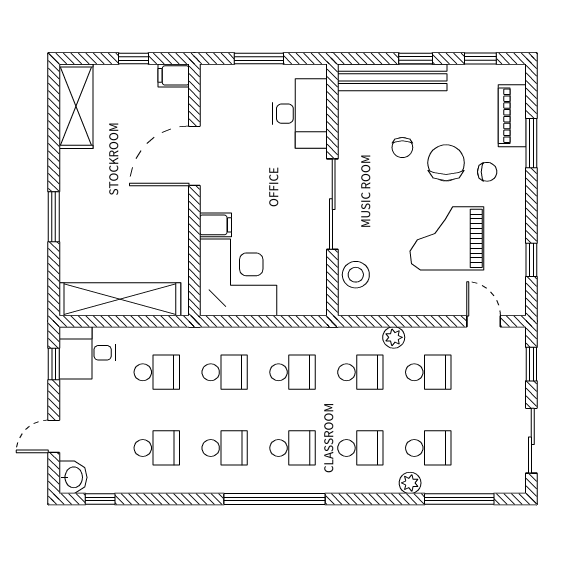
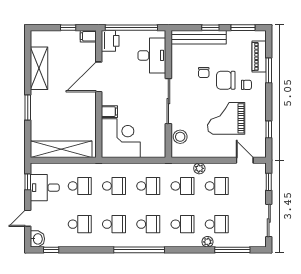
window: (259, 58) -> (131, 28), width x2.11
window: (480, 58) -> (243, 28), width x1.50
printer: (217, 85) -> (110, 41), added
shelving: (76, 106) -> (39, 68), moved
chair: (446, 163) -> (226, 80), turned -90
desk: (87, 353) -> (45, 188), moved

